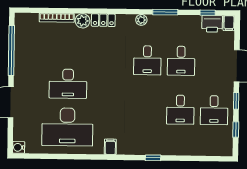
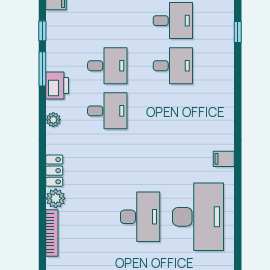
window: (165, 12) -> (42, 69), moved
printer: (212, 24) -> (57, 86), moved
window: (153, 158) -> (238, 32), moved

